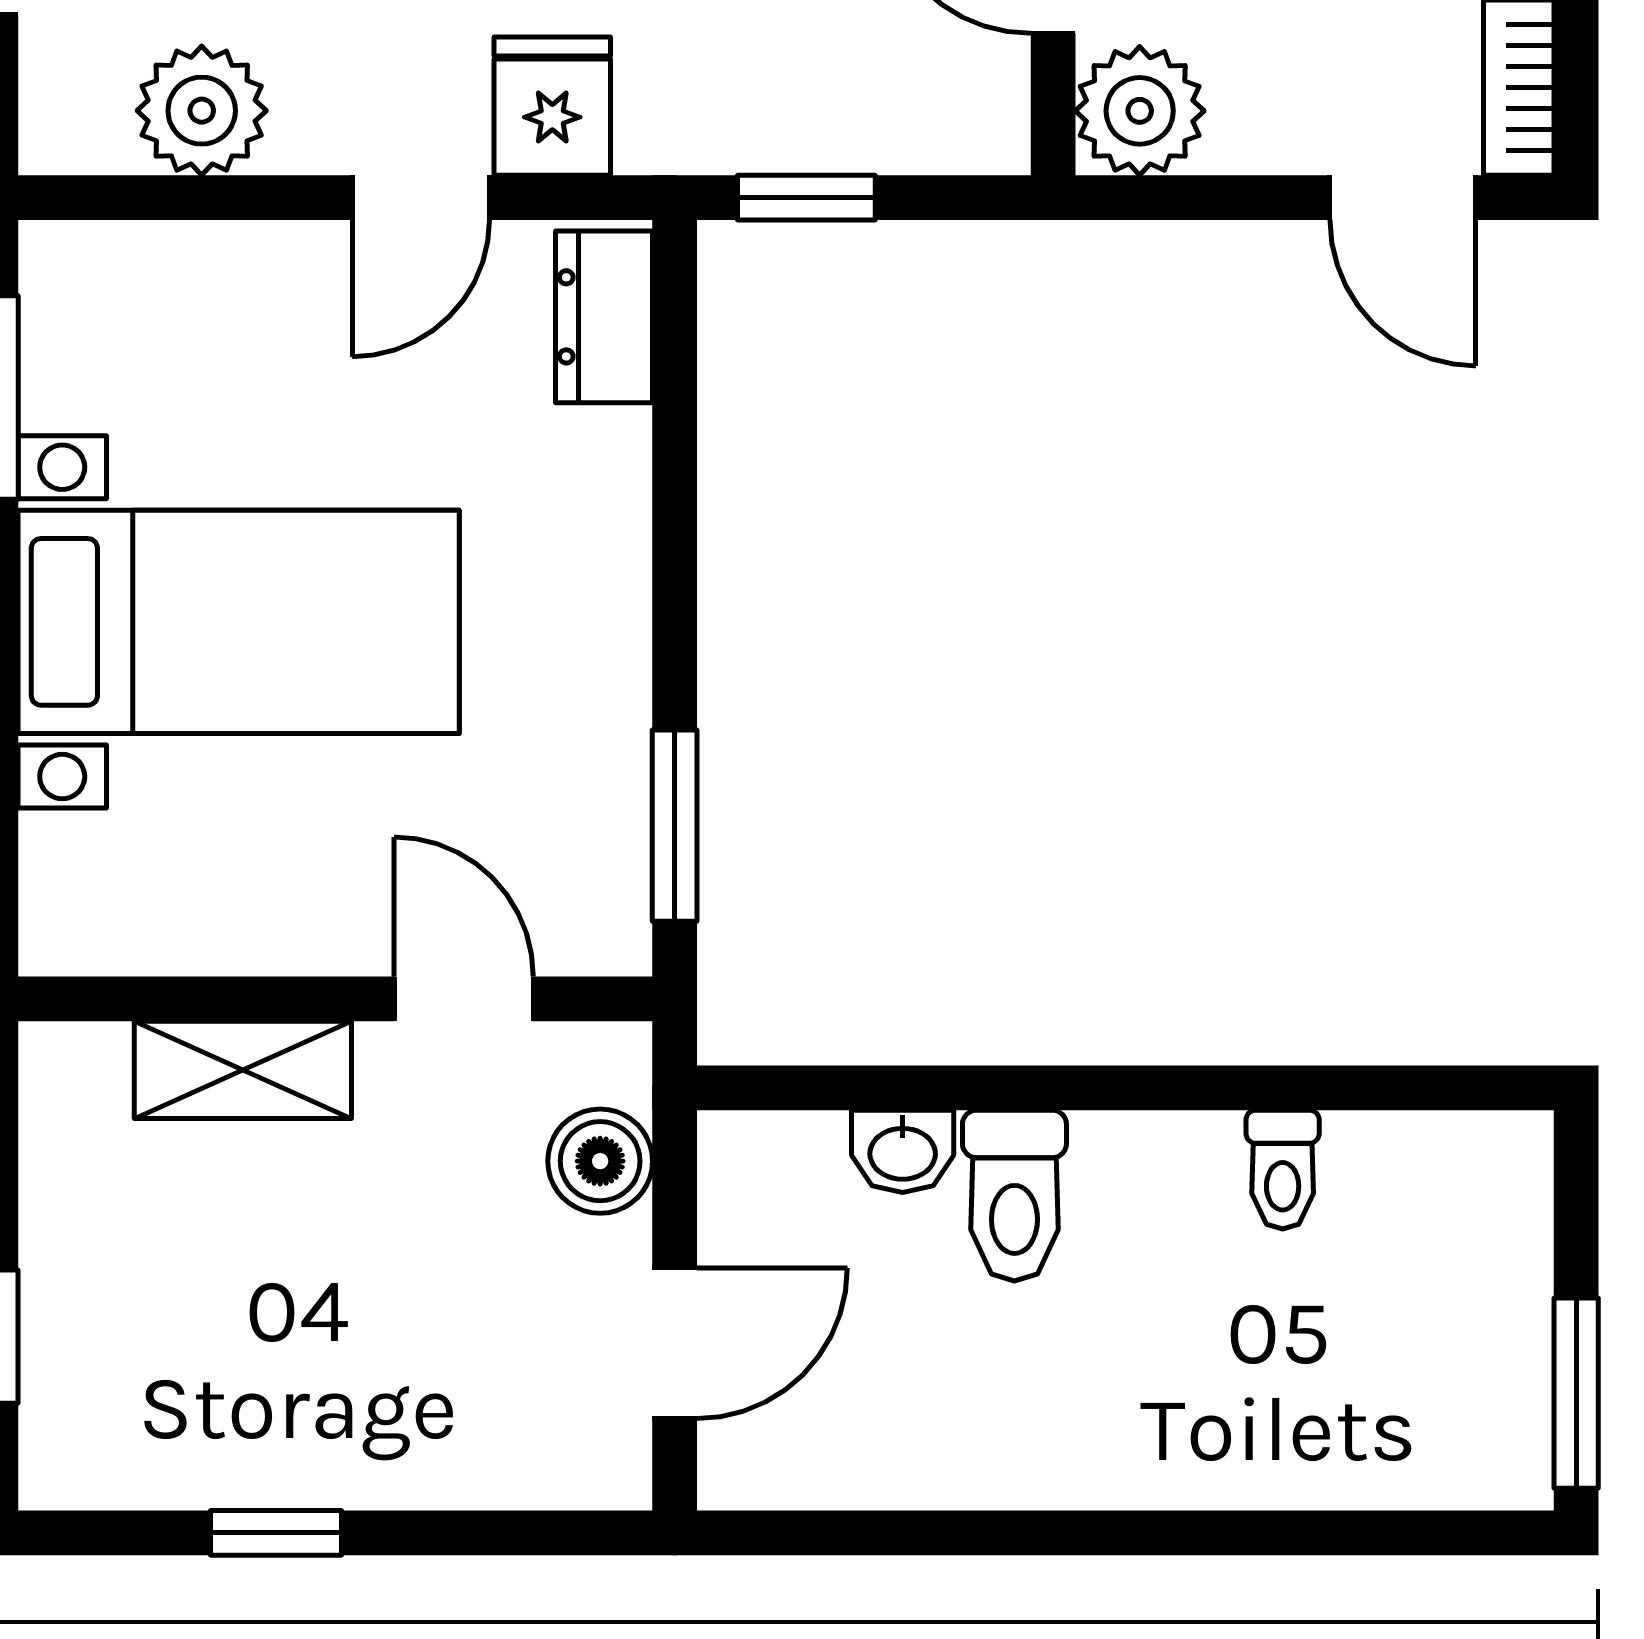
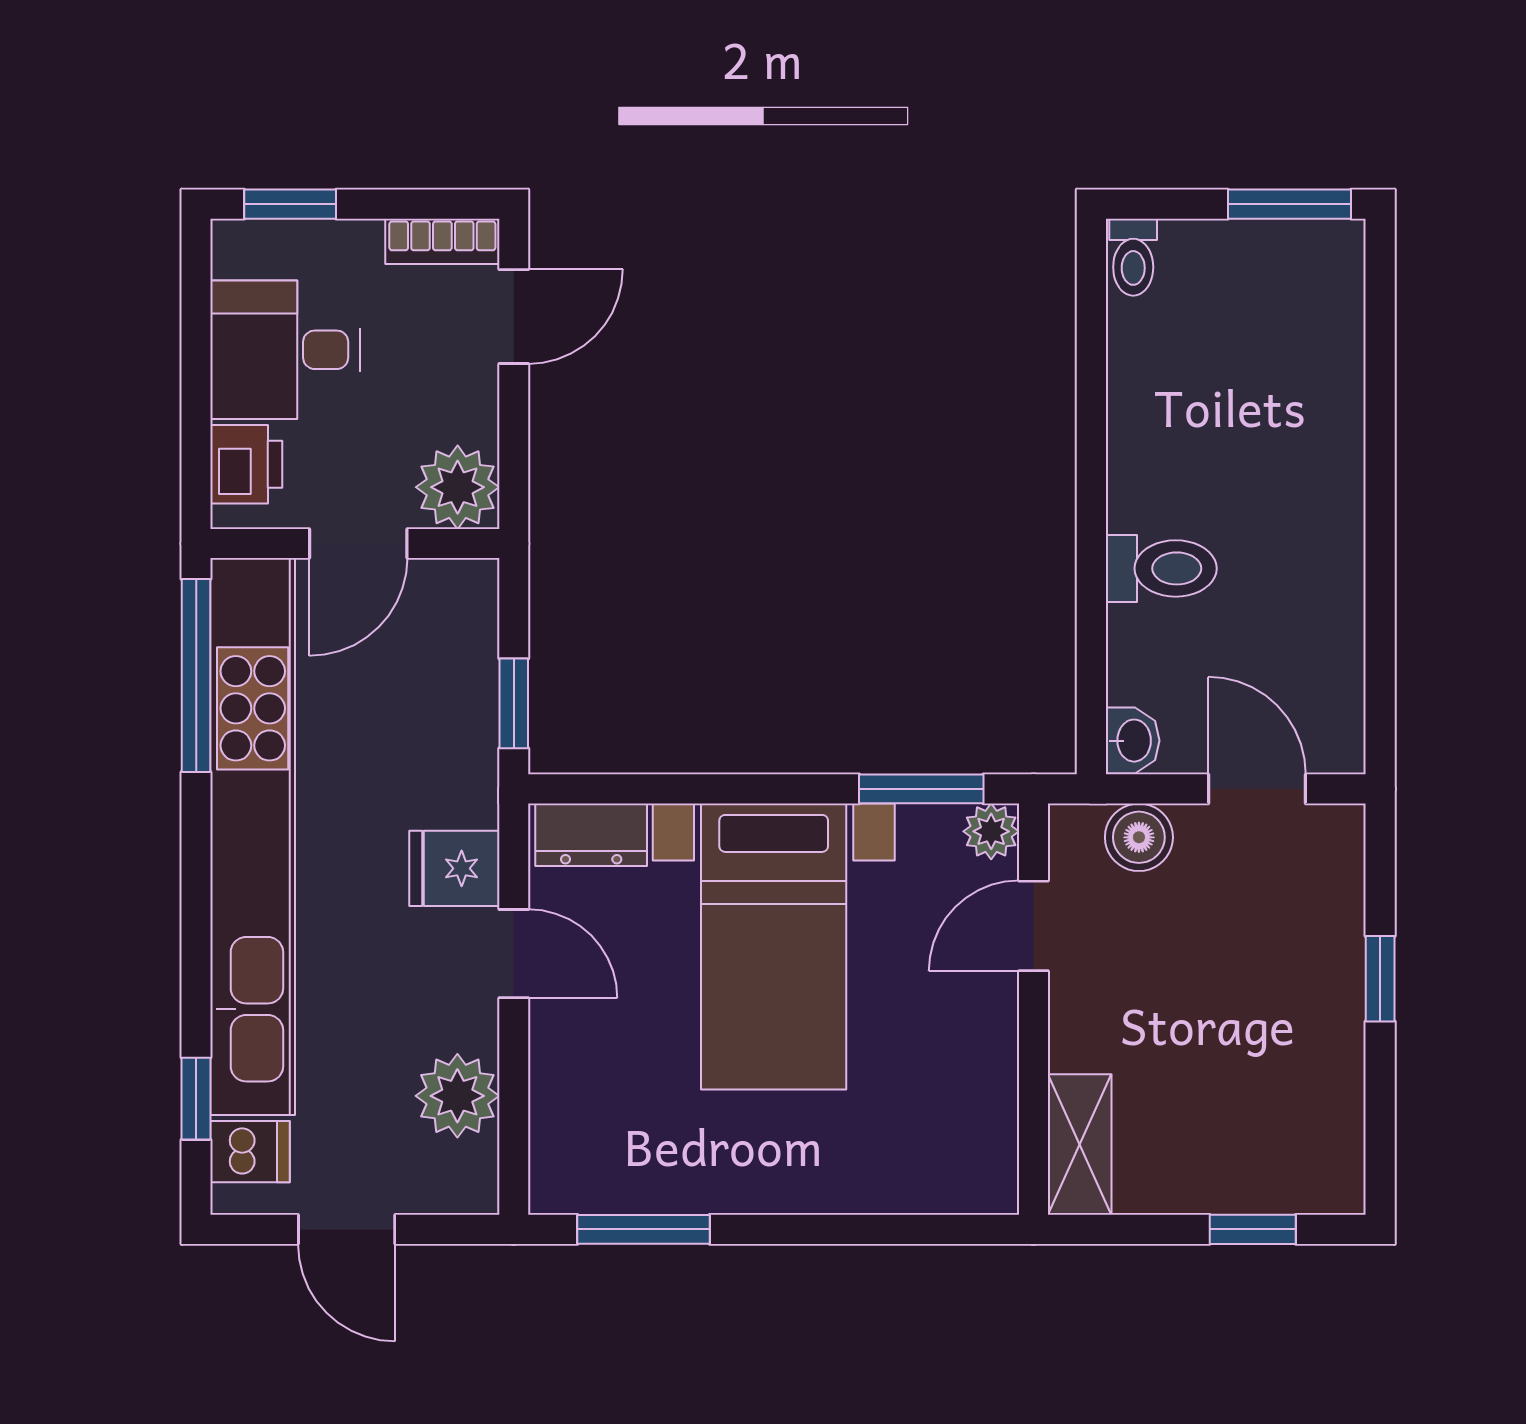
bed with nightstands: (239, 622) -> (774, 946), moved, turned 180
plant: (609, 933) -> (991, 831), added
shelving: (243, 1070) -> (1080, 1144), moved
washbasin: (903, 1151) -> (1133, 741), moved
toilet: (1283, 1170) -> (1133, 257), moved, turned 90
window: (276, 1533) -> (1380, 979), moved

